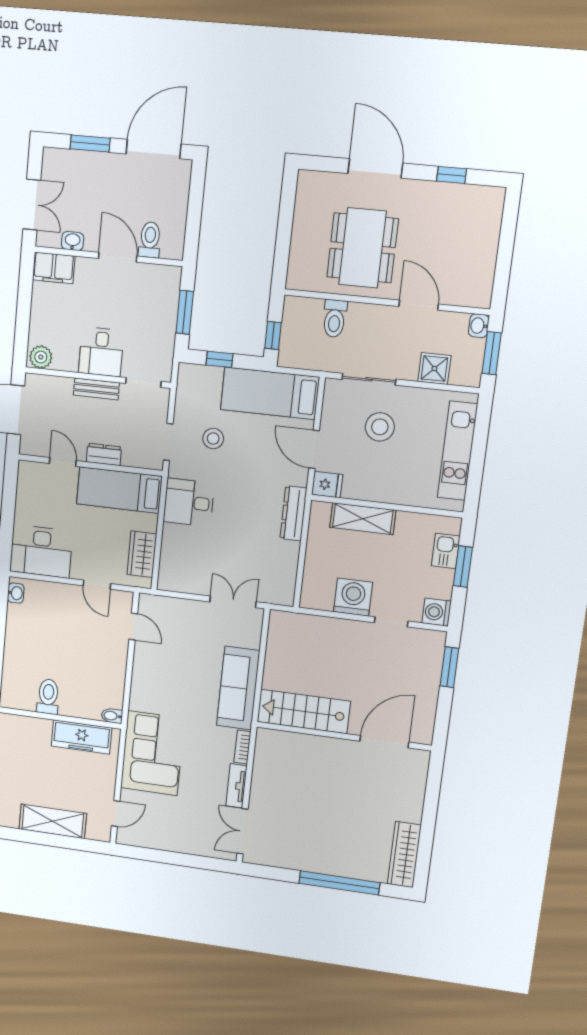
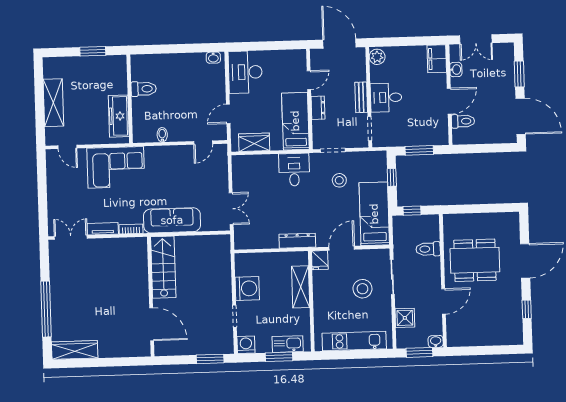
kitchen sink: (446, 551) -> (288, 344), width x1.38
bidet: (112, 716) -> (162, 135), moved

